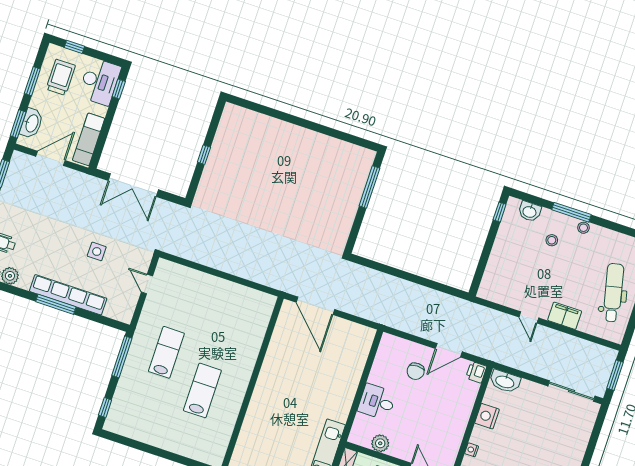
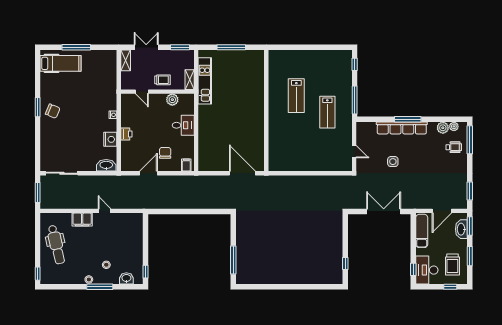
window: (204, 155) -> (345, 264), moved
filing cabinet: (391, 344) -> (186, 165), added
printer: (476, 372) -> (126, 134), moved

